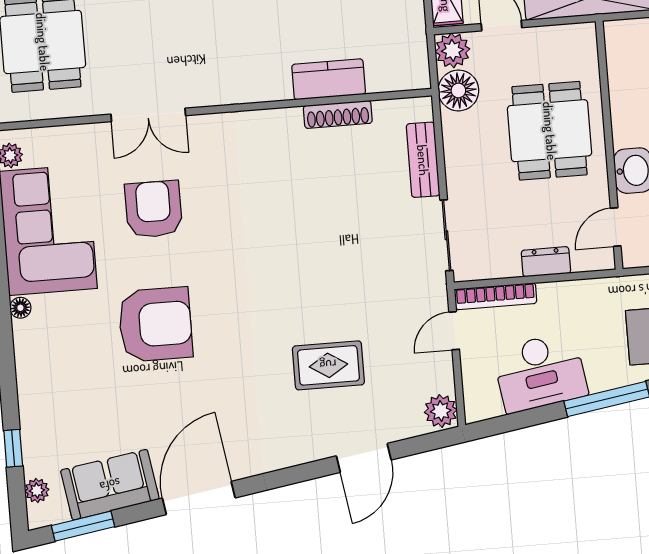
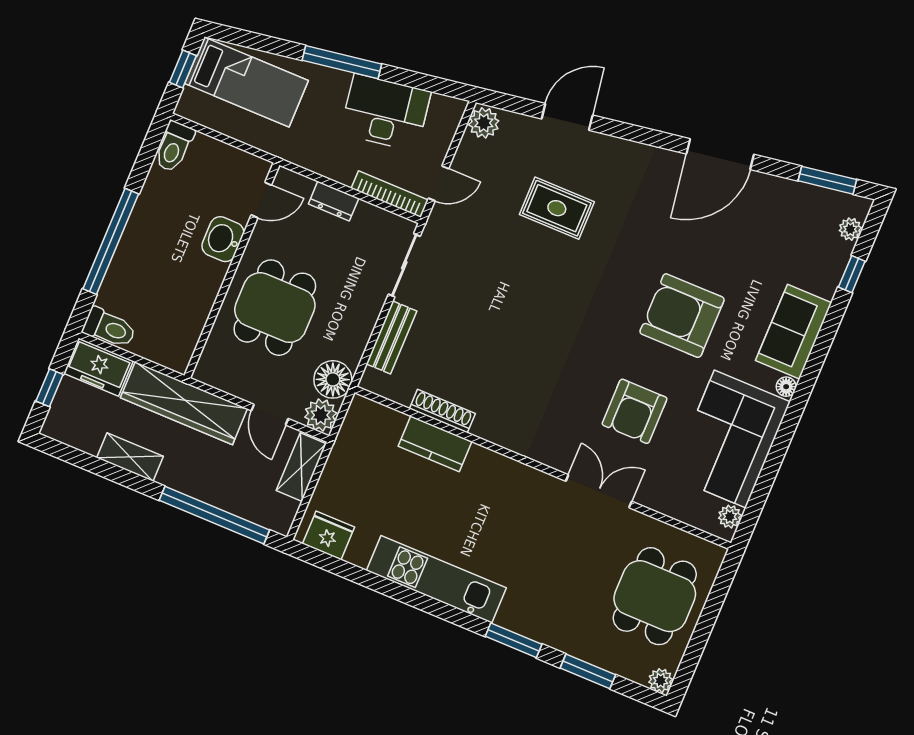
sofa: (110, 485) -> (794, 332), moved, turned 99

